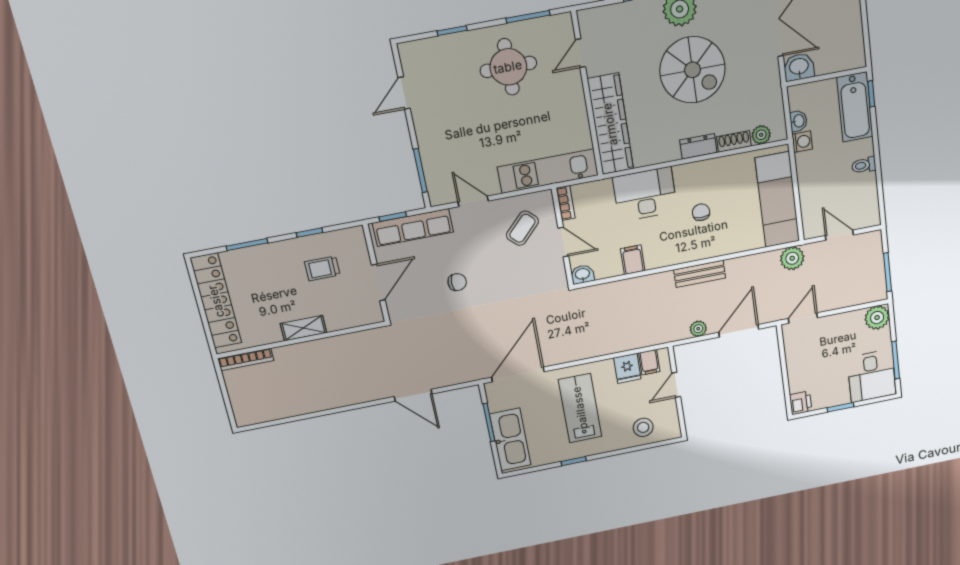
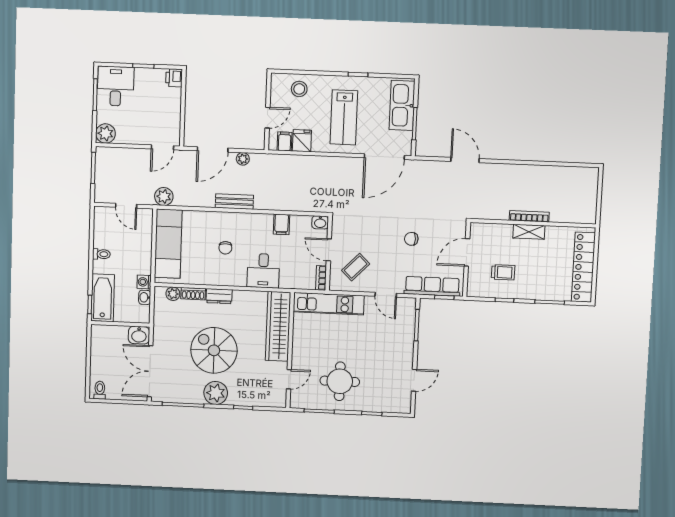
desk: (645, 194) -> (263, 271), width x0.73
bookcase: (246, 360) -> (529, 216), moved

